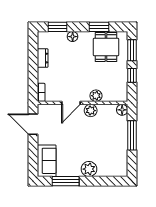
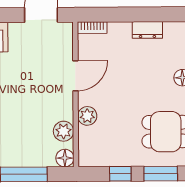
door: (71, 103) -> (75, 76), swing flipped
plant: (91, 111) -> (64, 131), moved

